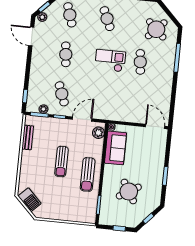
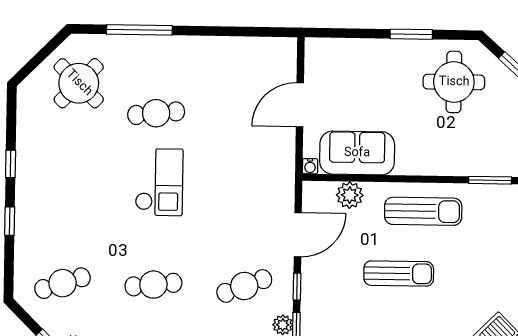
cafe table: (107, 19) -> (64, 197), removed
checkout: (110, 61) -> (159, 182), turned 180
door: (82, 119) -> (298, 235), swing flipped
door: (155, 126) -> (300, 105), moved
plant: (98, 133) -> (350, 195), moved
round table: (129, 192) -> (454, 82), moved, turned 31

